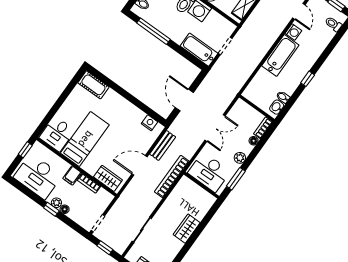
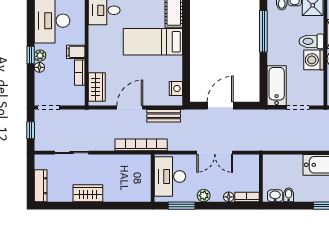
bed: (85, 139) -> (153, 42), moved, turned 180
door: (139, 165) -> (130, 107), hinge flipped
wardrobe: (187, 229) -> (88, 193), moved

